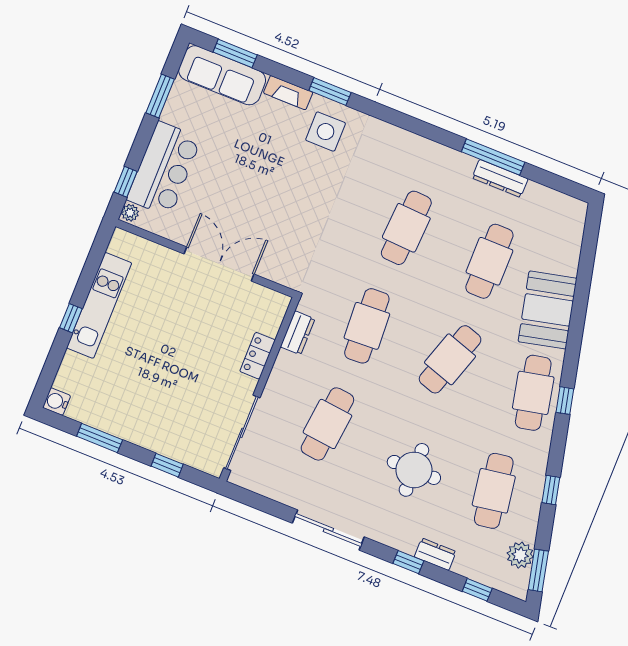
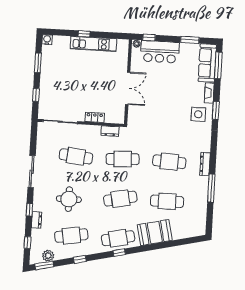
window: (235, 53) -> (218, 65), width x1.44
dresser: (500, 178) -> (205, 164), moved
cafe table: (450, 359) -> (120, 199), turned -30

